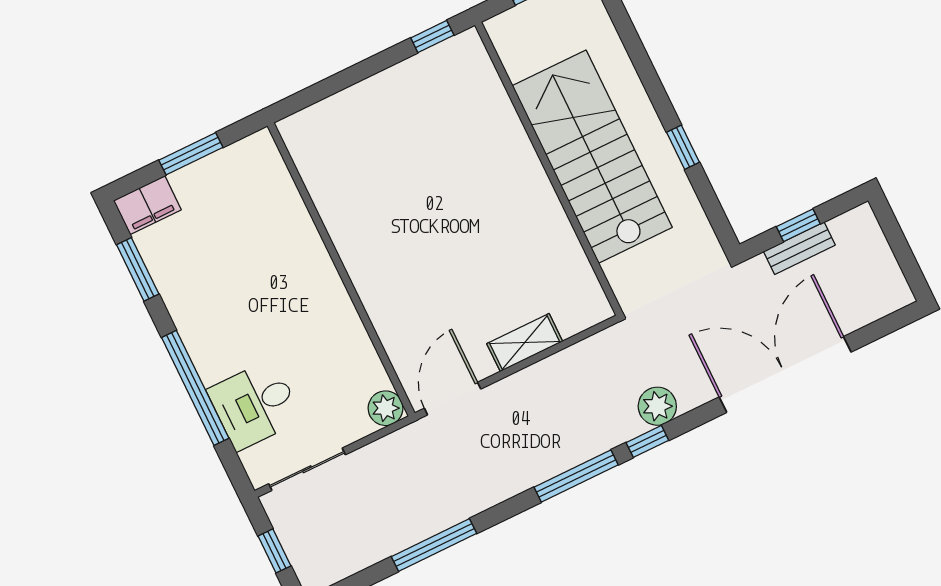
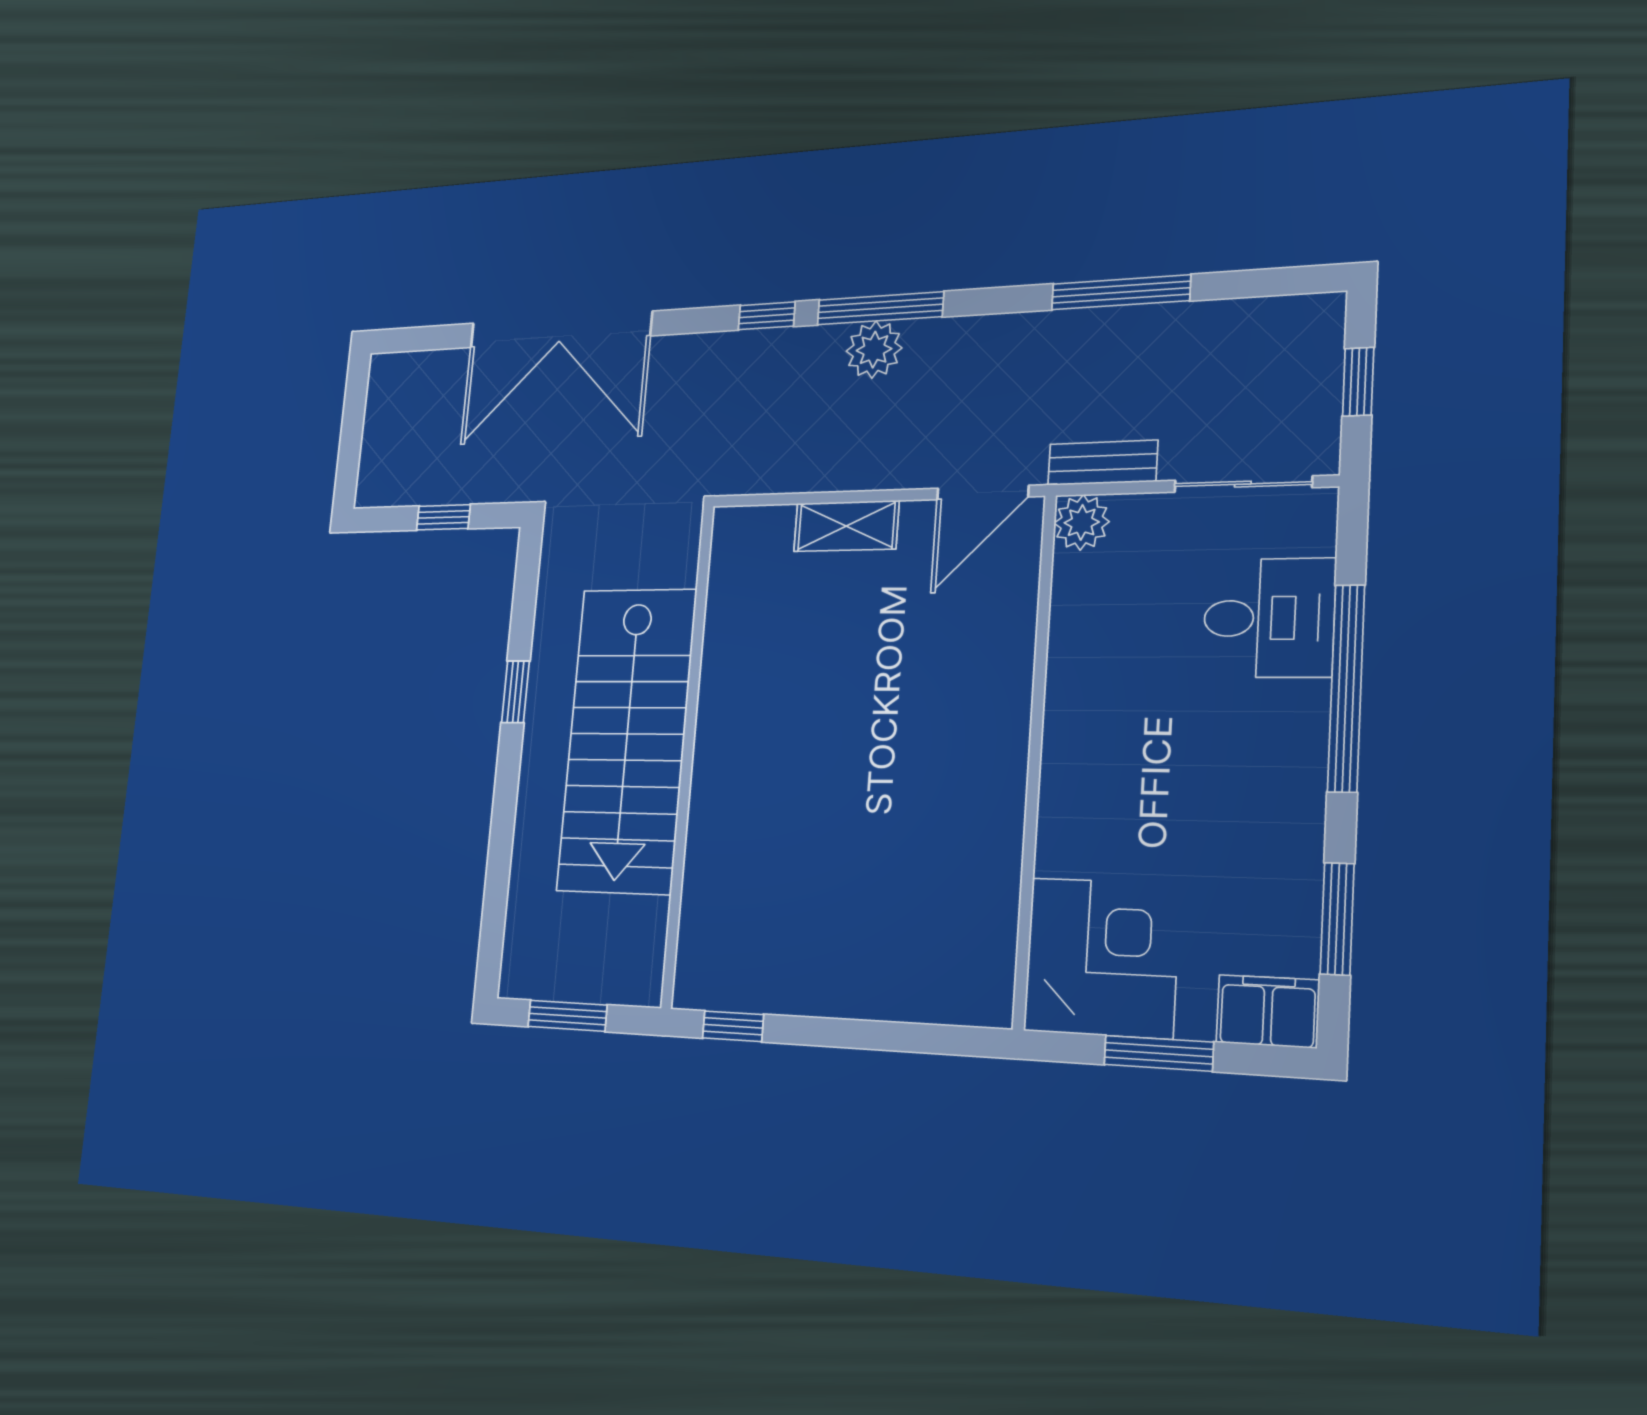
corner desk: (247, 185) -> (1102, 958), added
bench: (799, 248) -> (1103, 463), moved
plant: (657, 406) -> (874, 350), moved

